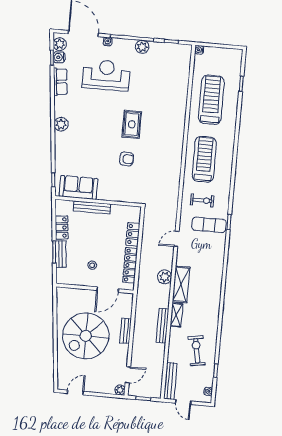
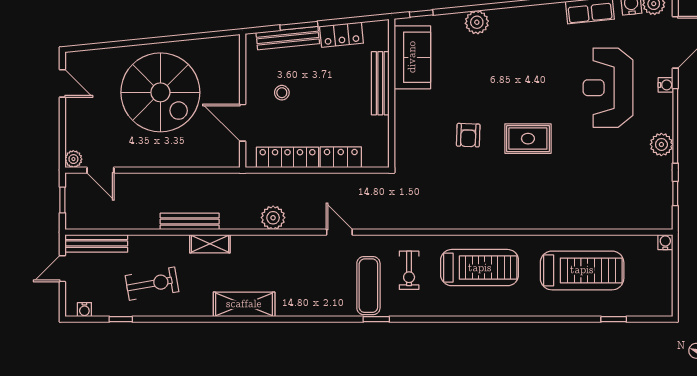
reception desk: (106, 75) -> (608, 88), turned 180
plant: (61, 124) -> (477, 22), moved
bench: (61, 254) -> (288, 38), width x1.36
shelving: (181, 284) -> (244, 304), moved
bench: (126, 331) -> (175, 159), removed
spiral stairs: (86, 336) -> (160, 92), turned 180

